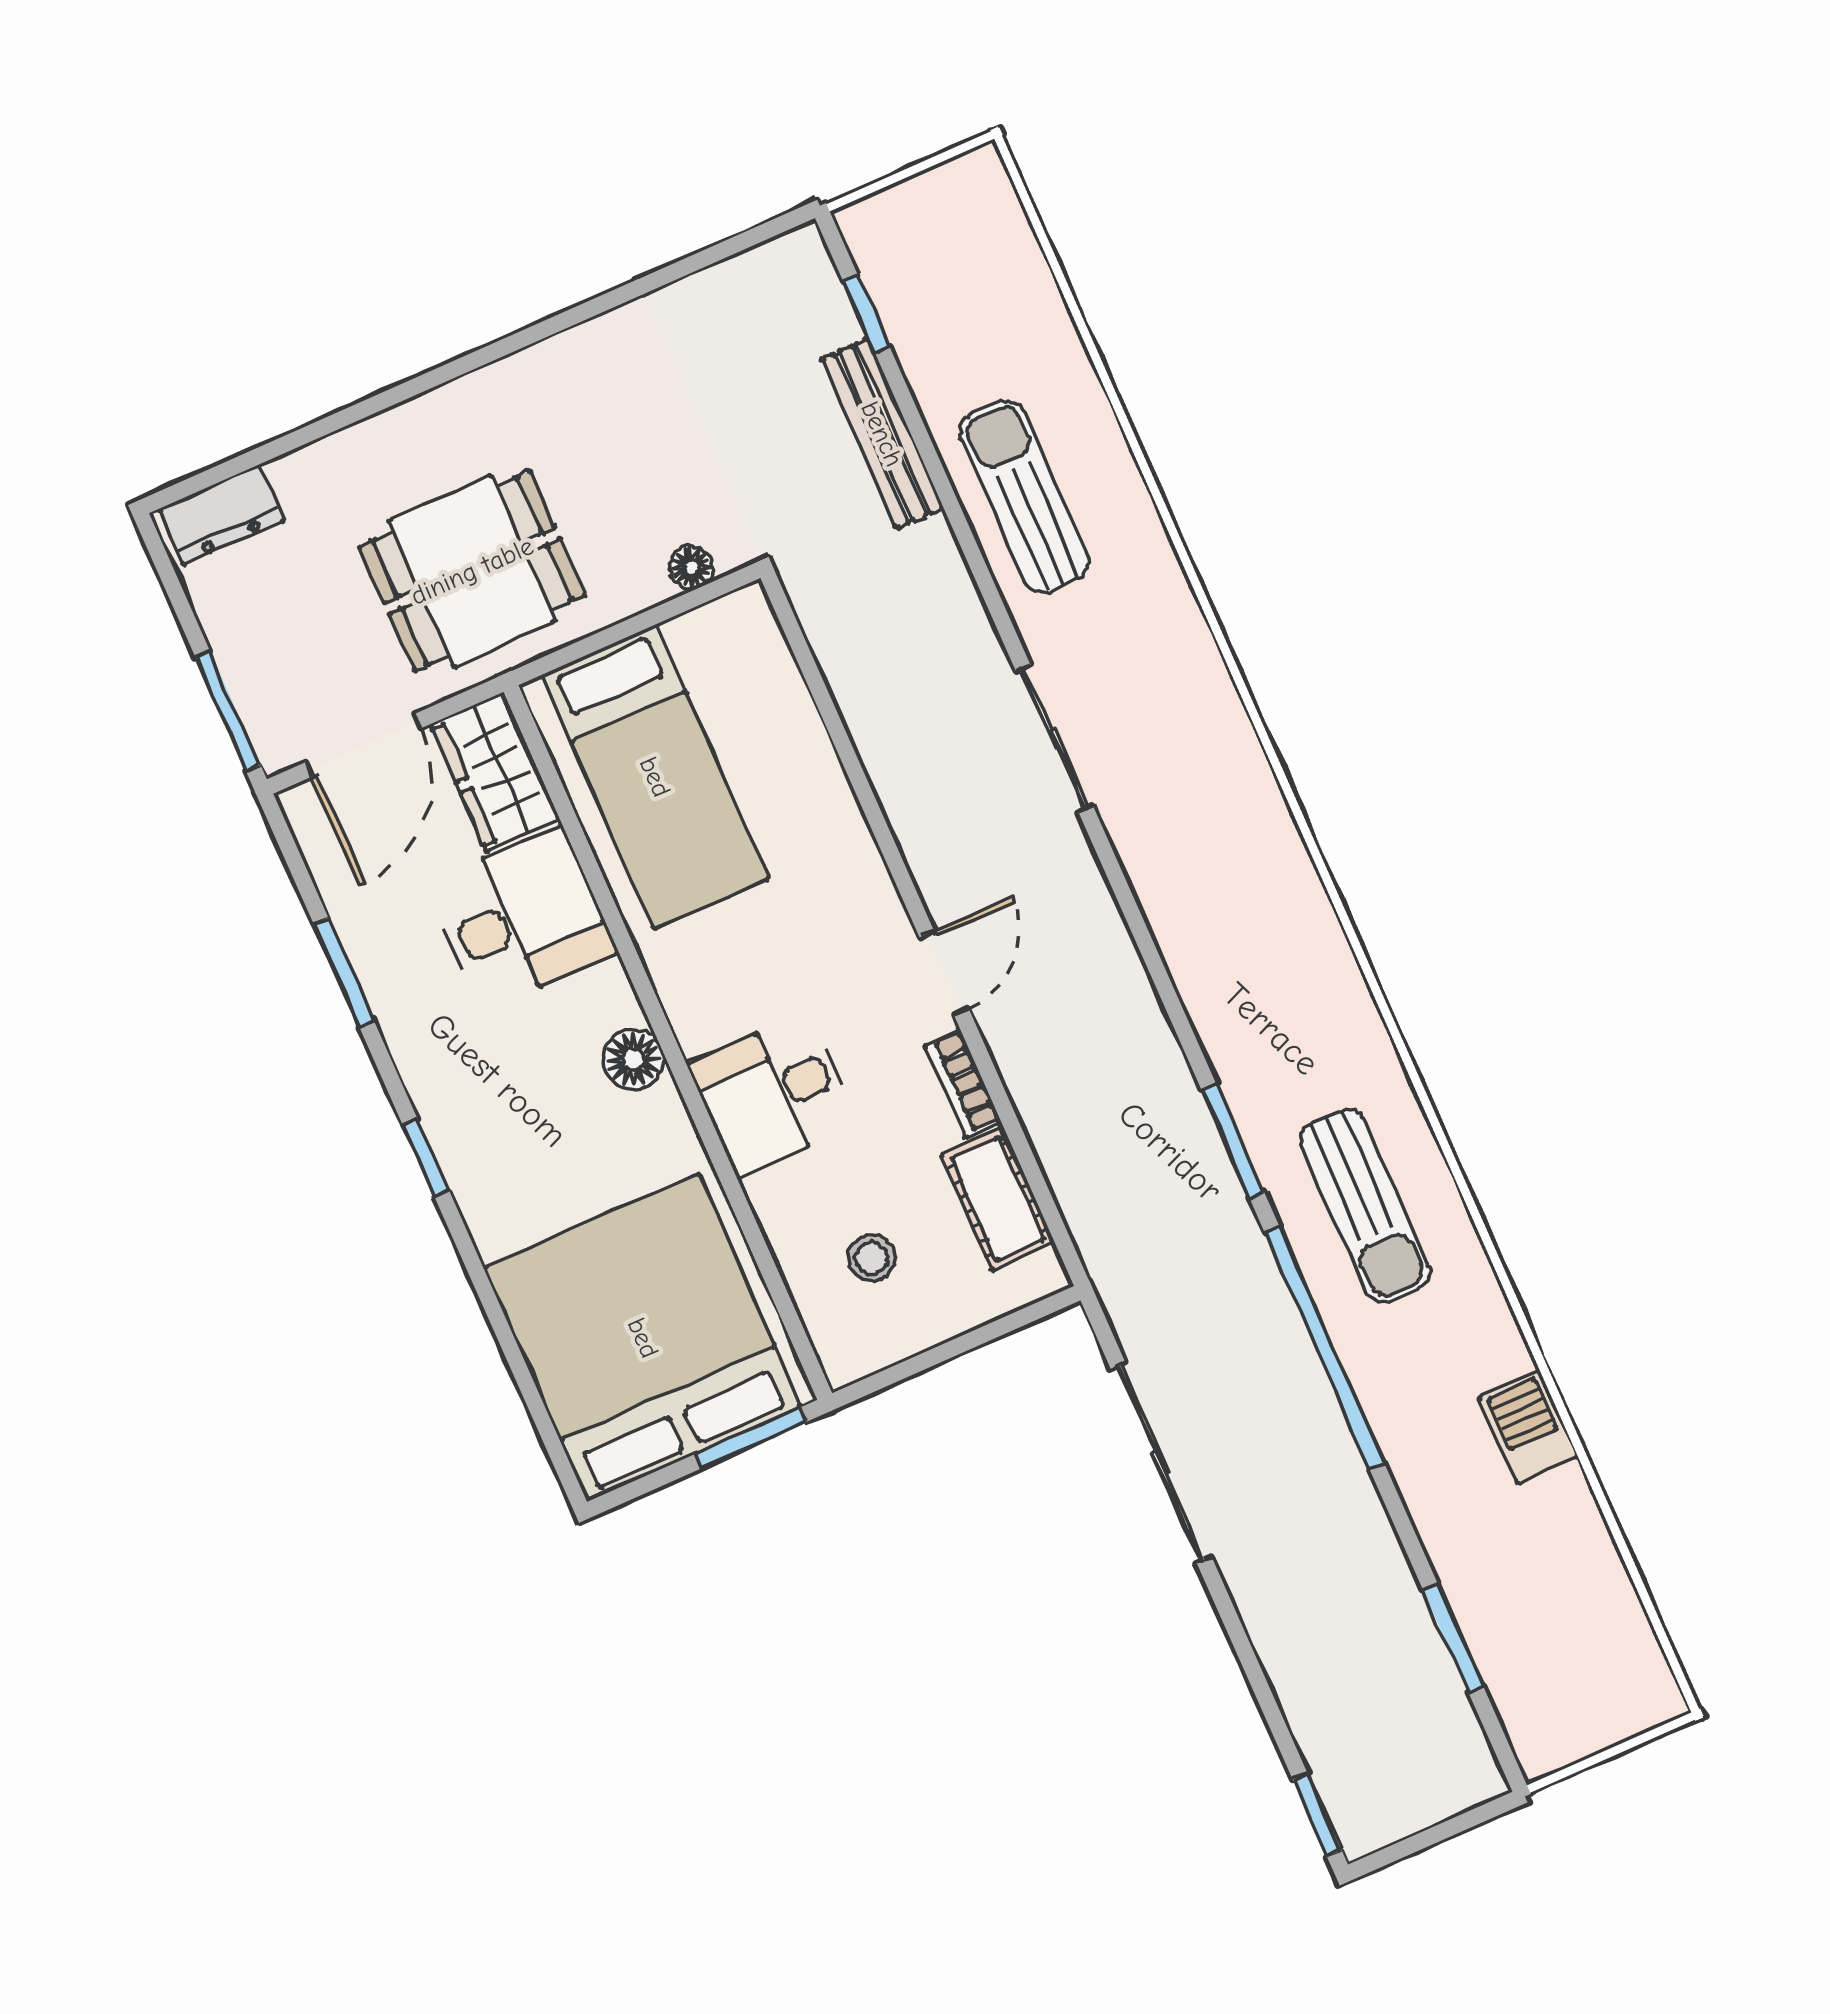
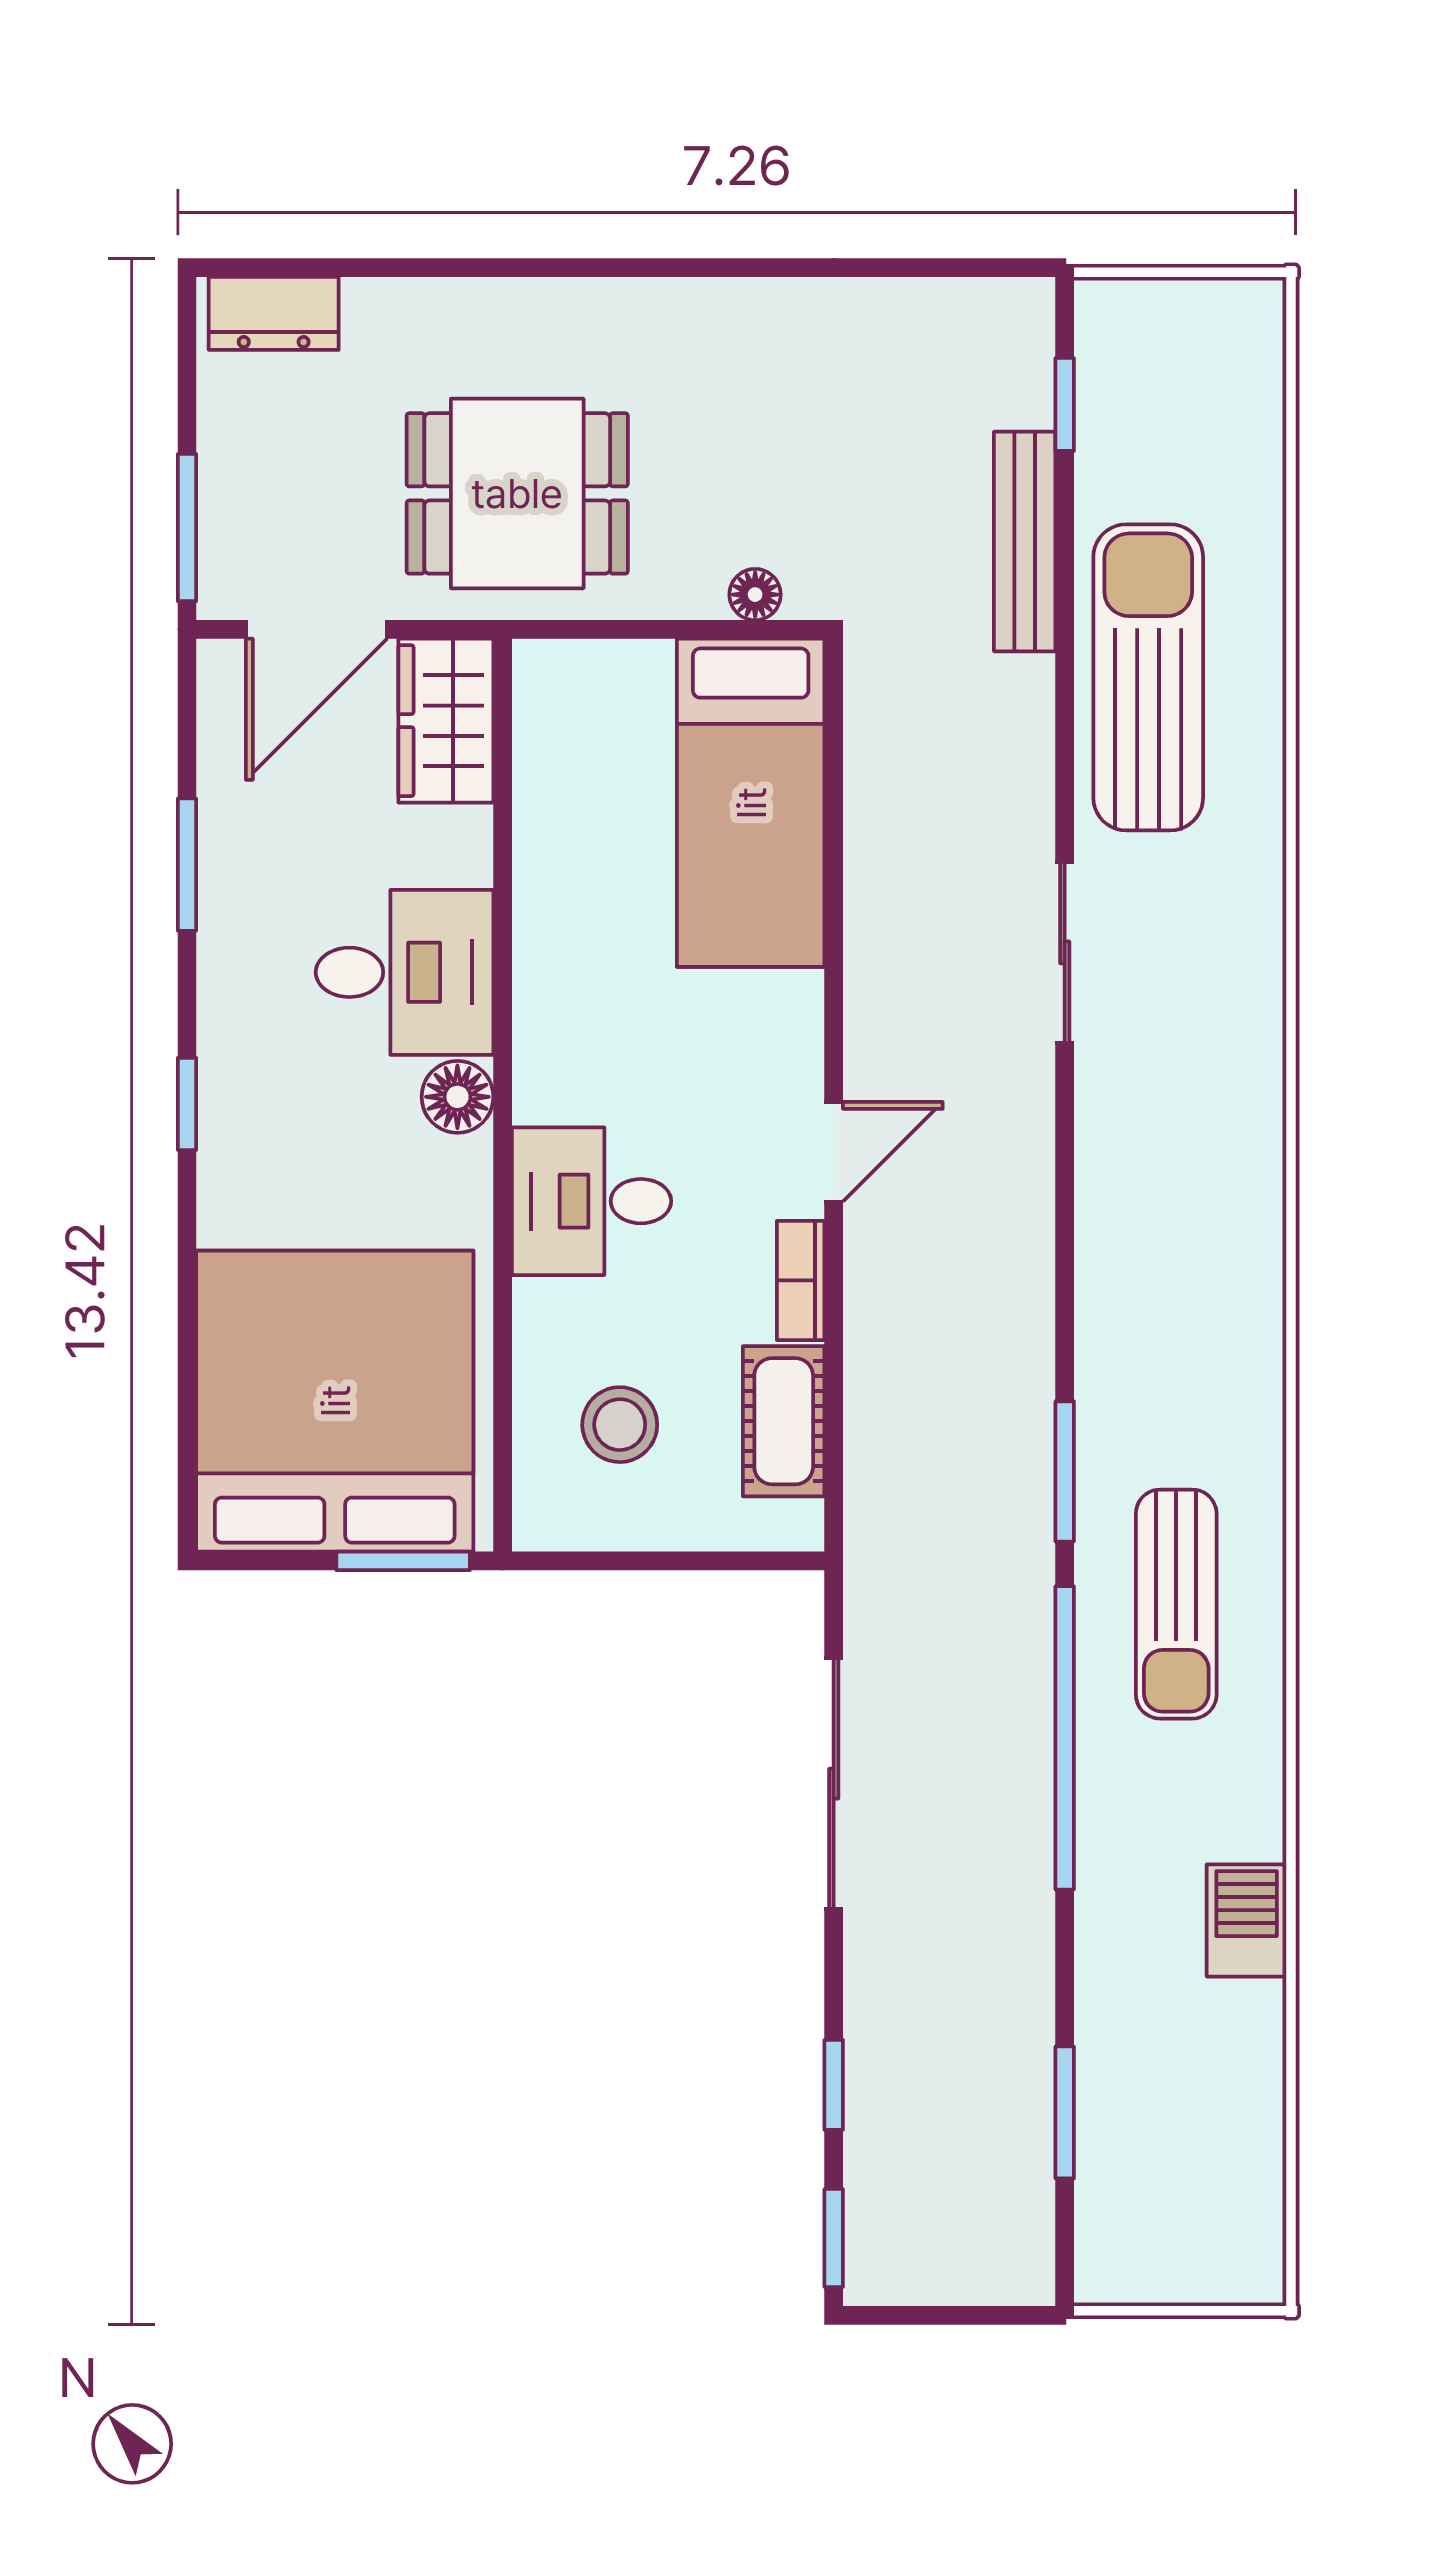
sun lounger: (1025, 497) -> (1148, 677), width x1.36, depth x1.34
bed: (655, 777) -> (751, 803), moved
desk: (522, 918) -> (405, 972), moved
stool: (872, 1258) -> (620, 1425), width x1.37, depth x1.37
window: (1265, 1696) -> (834, 2085), added

